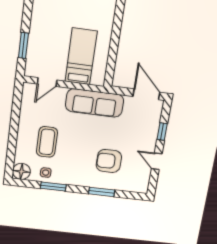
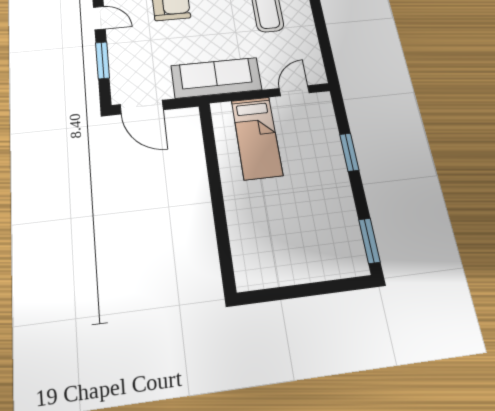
window: (23, 45) -> (349, 152), moved
window: (162, 132) -> (102, 60), width x1.50

